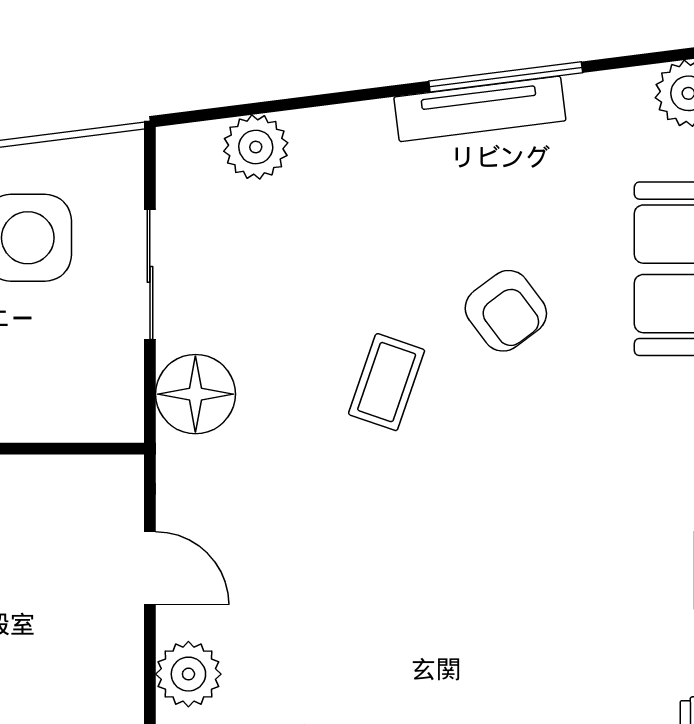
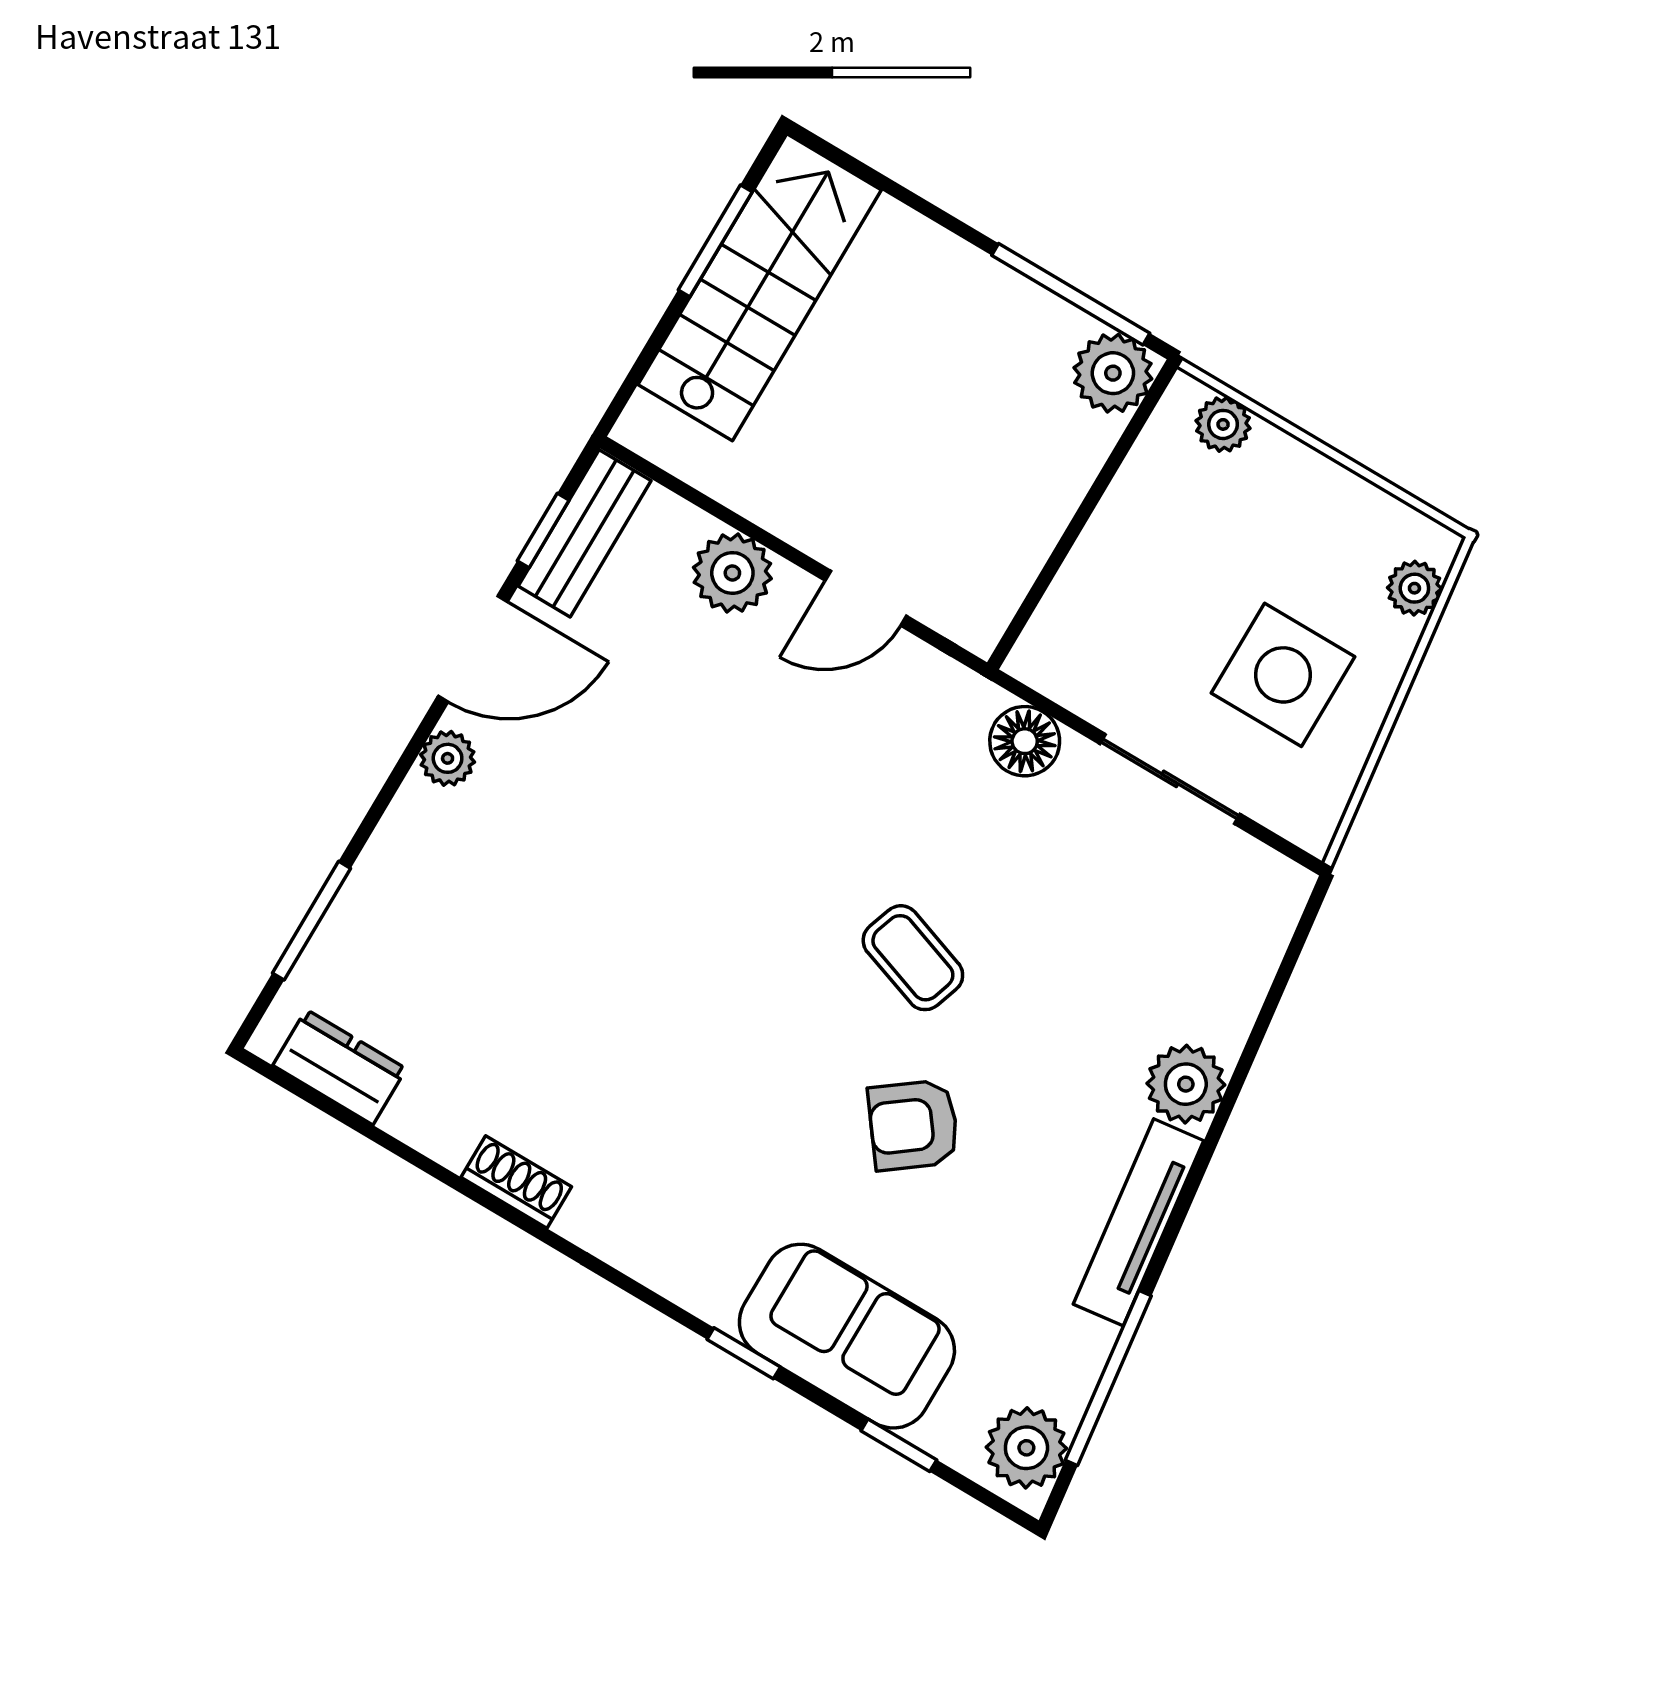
window: (506, 77) -> (1108, 1378), moved
plant: (256, 147) -> (1186, 1084), moved
floor lamp: (195, 394) -> (1025, 741), width x0.73, depth x0.73

